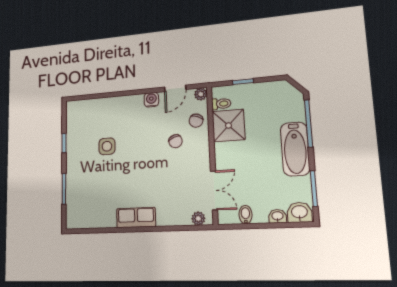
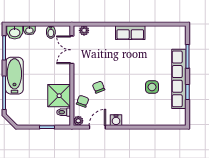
row of seats: (74, 159) -> (179, 79), added

